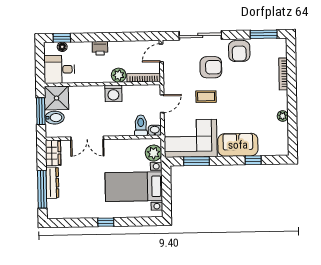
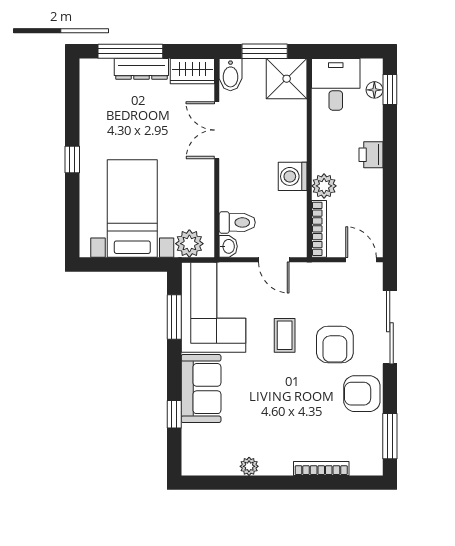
bidet: (55, 118) -> (230, 75), moved

